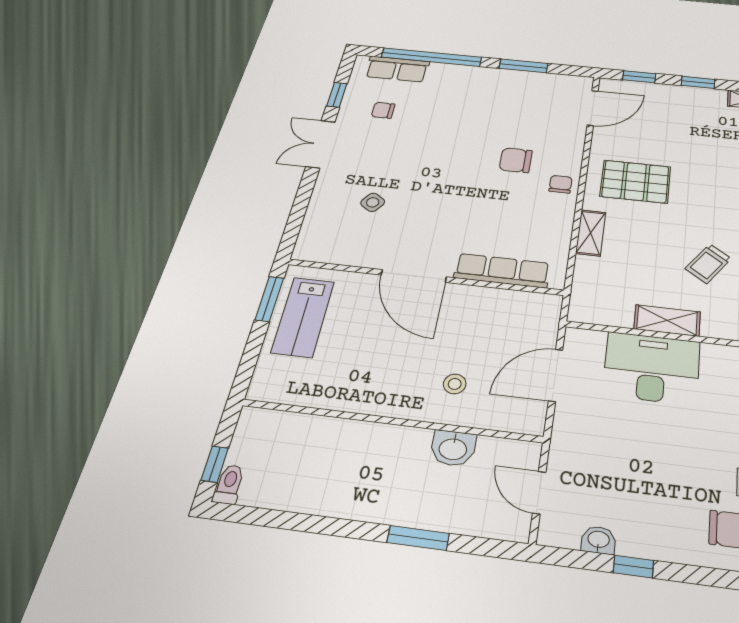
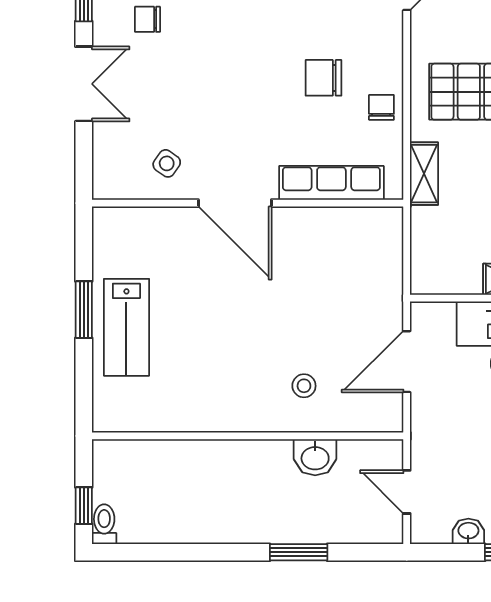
double door: (320, 144) -> (84, 84), swing flipped
row of seats: (502, 271) -> (331, 183), moved
door: (414, 276) -> (235, 203), moved
wall: (425, 277) -> (248, 203), moved

